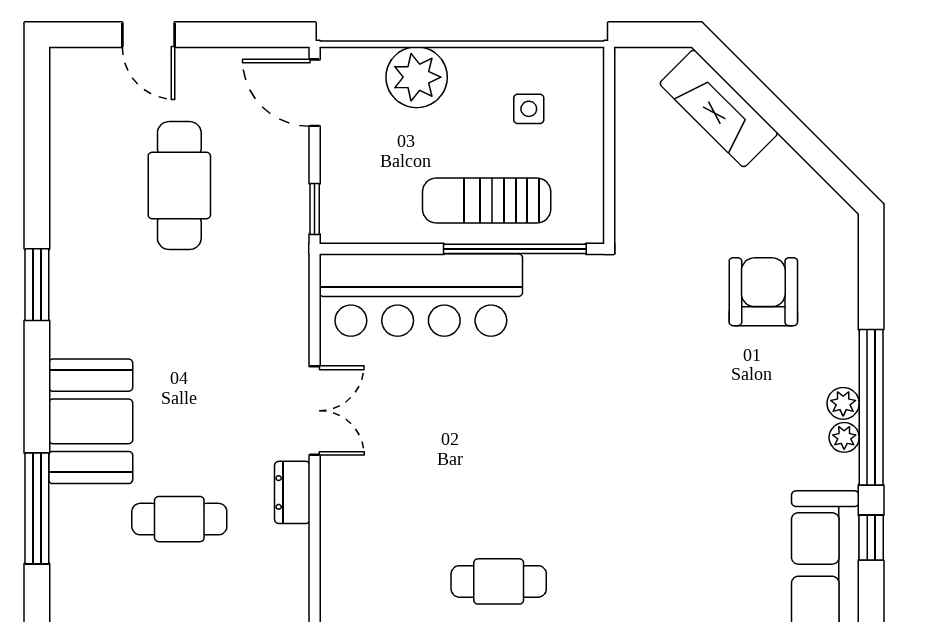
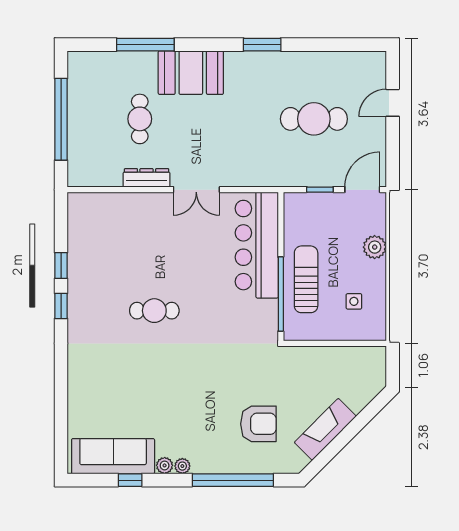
plant: (417, 77) -> (375, 247), width x0.73, depth x0.73
fireplace: (719, 108) -> (325, 429), moved
window: (315, 209) -> (320, 190), moved
plant: (843, 403) -> (165, 465), moved
window: (871, 407) -> (233, 480), moved
dresser: (292, 492) -> (147, 178), width x1.44
cafe table: (499, 581) -> (154, 311), moved, turned 90

